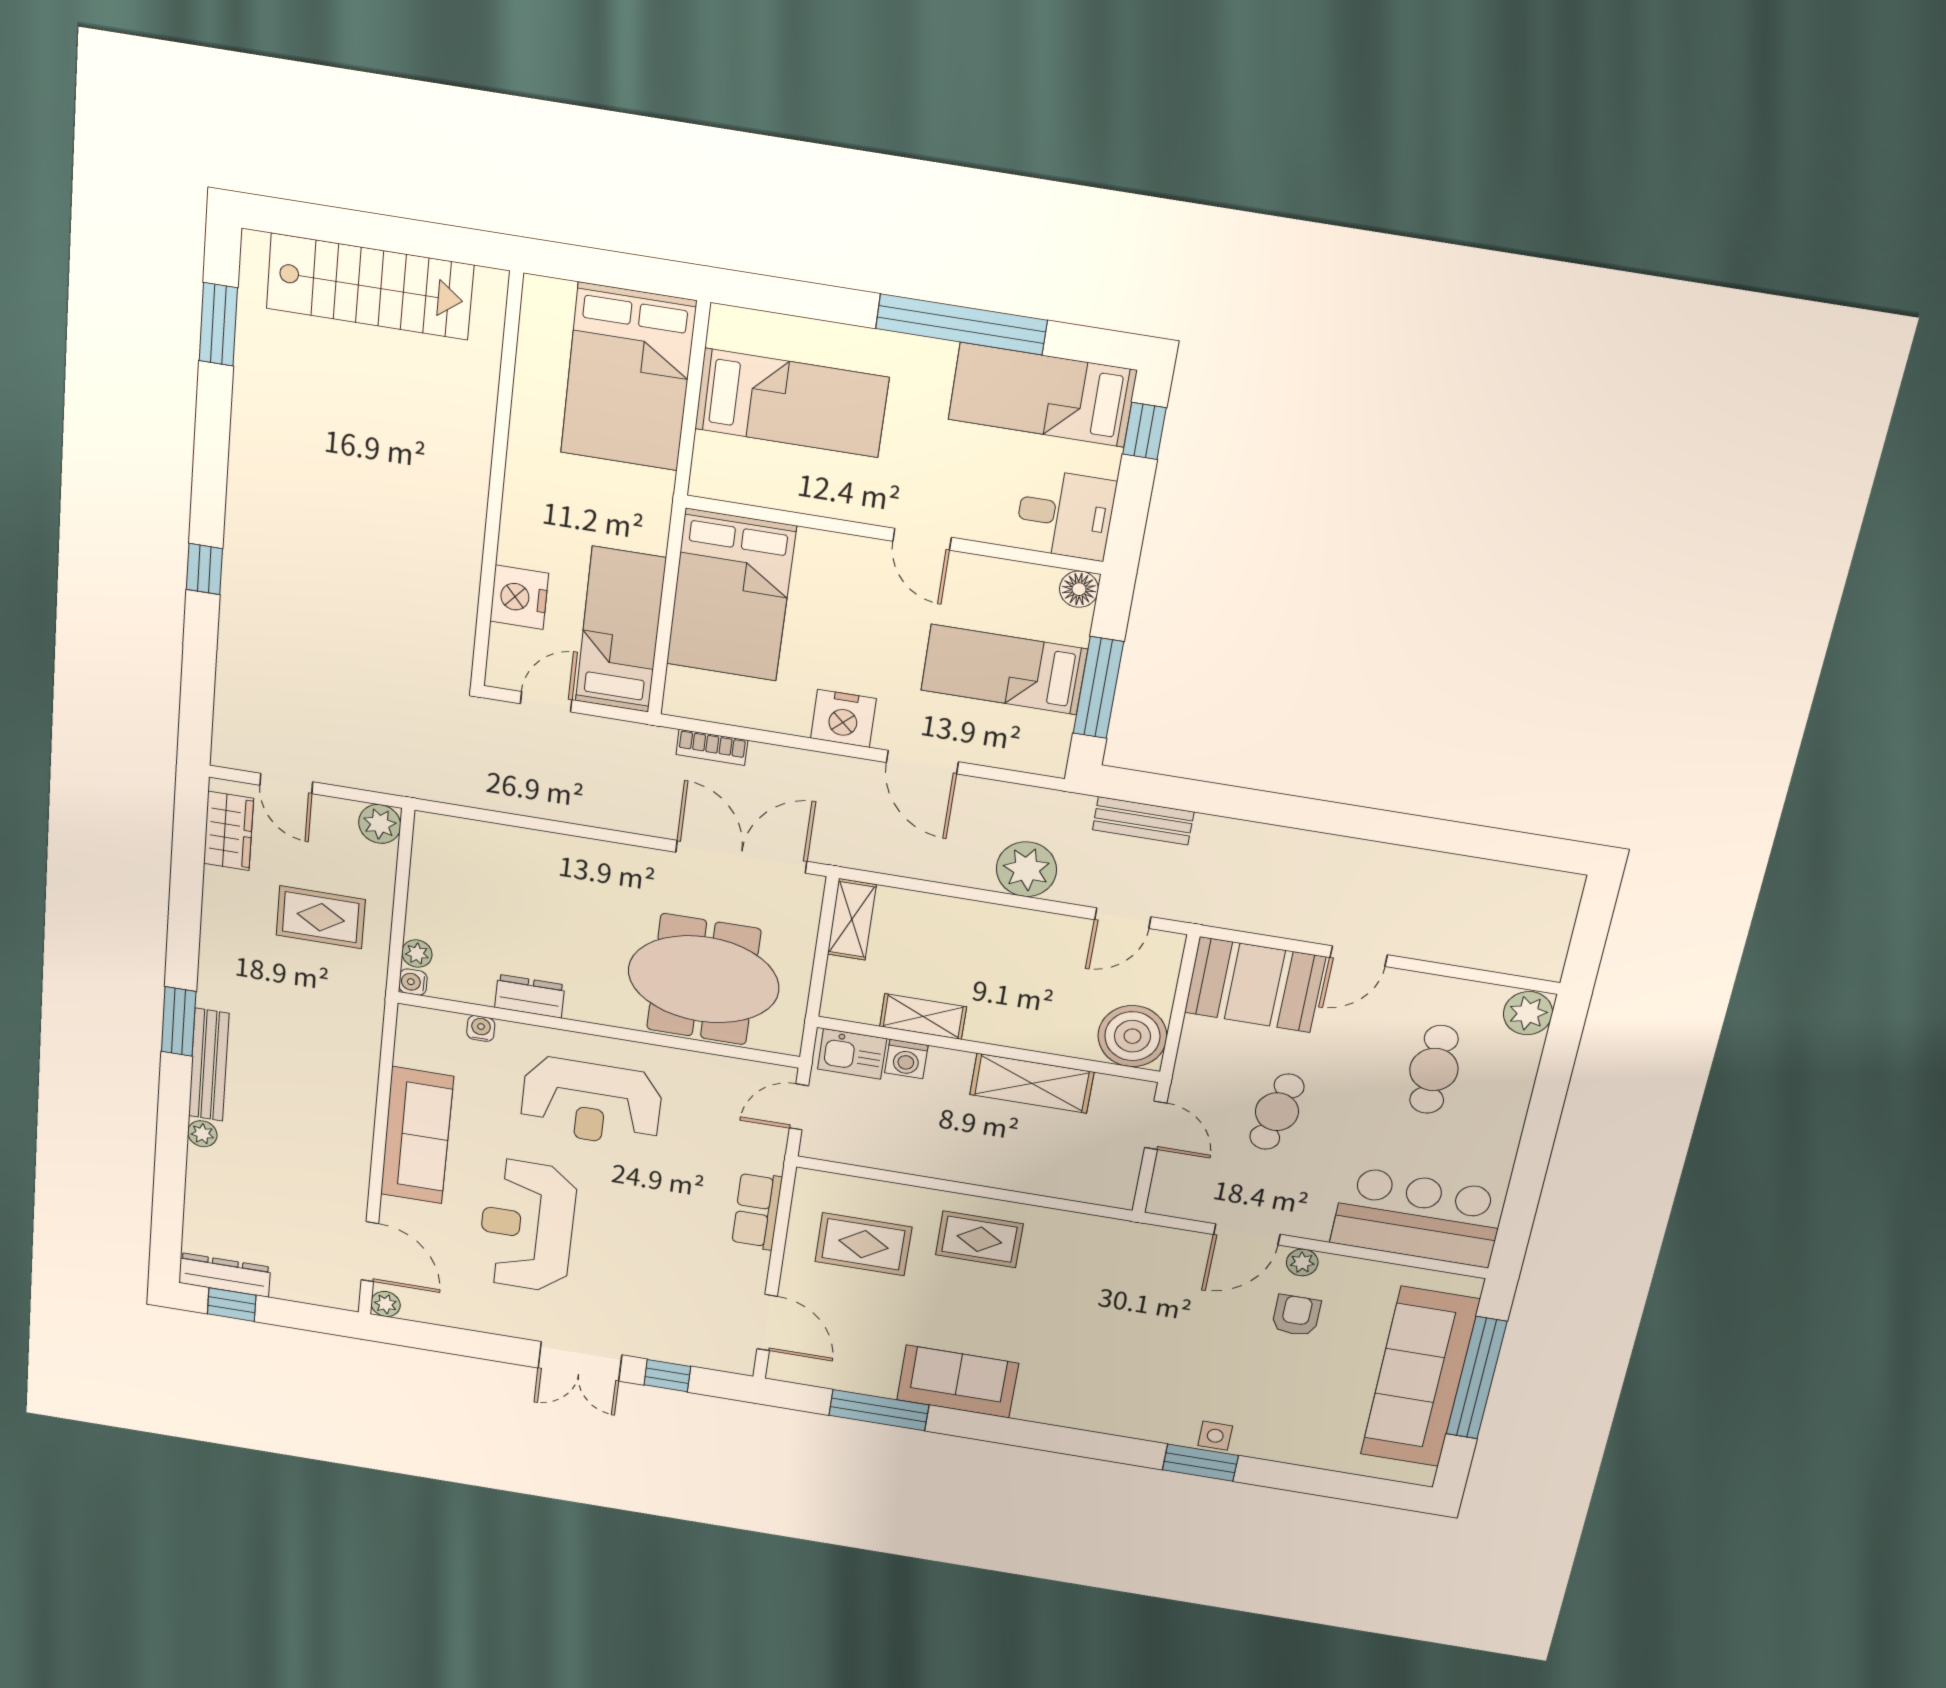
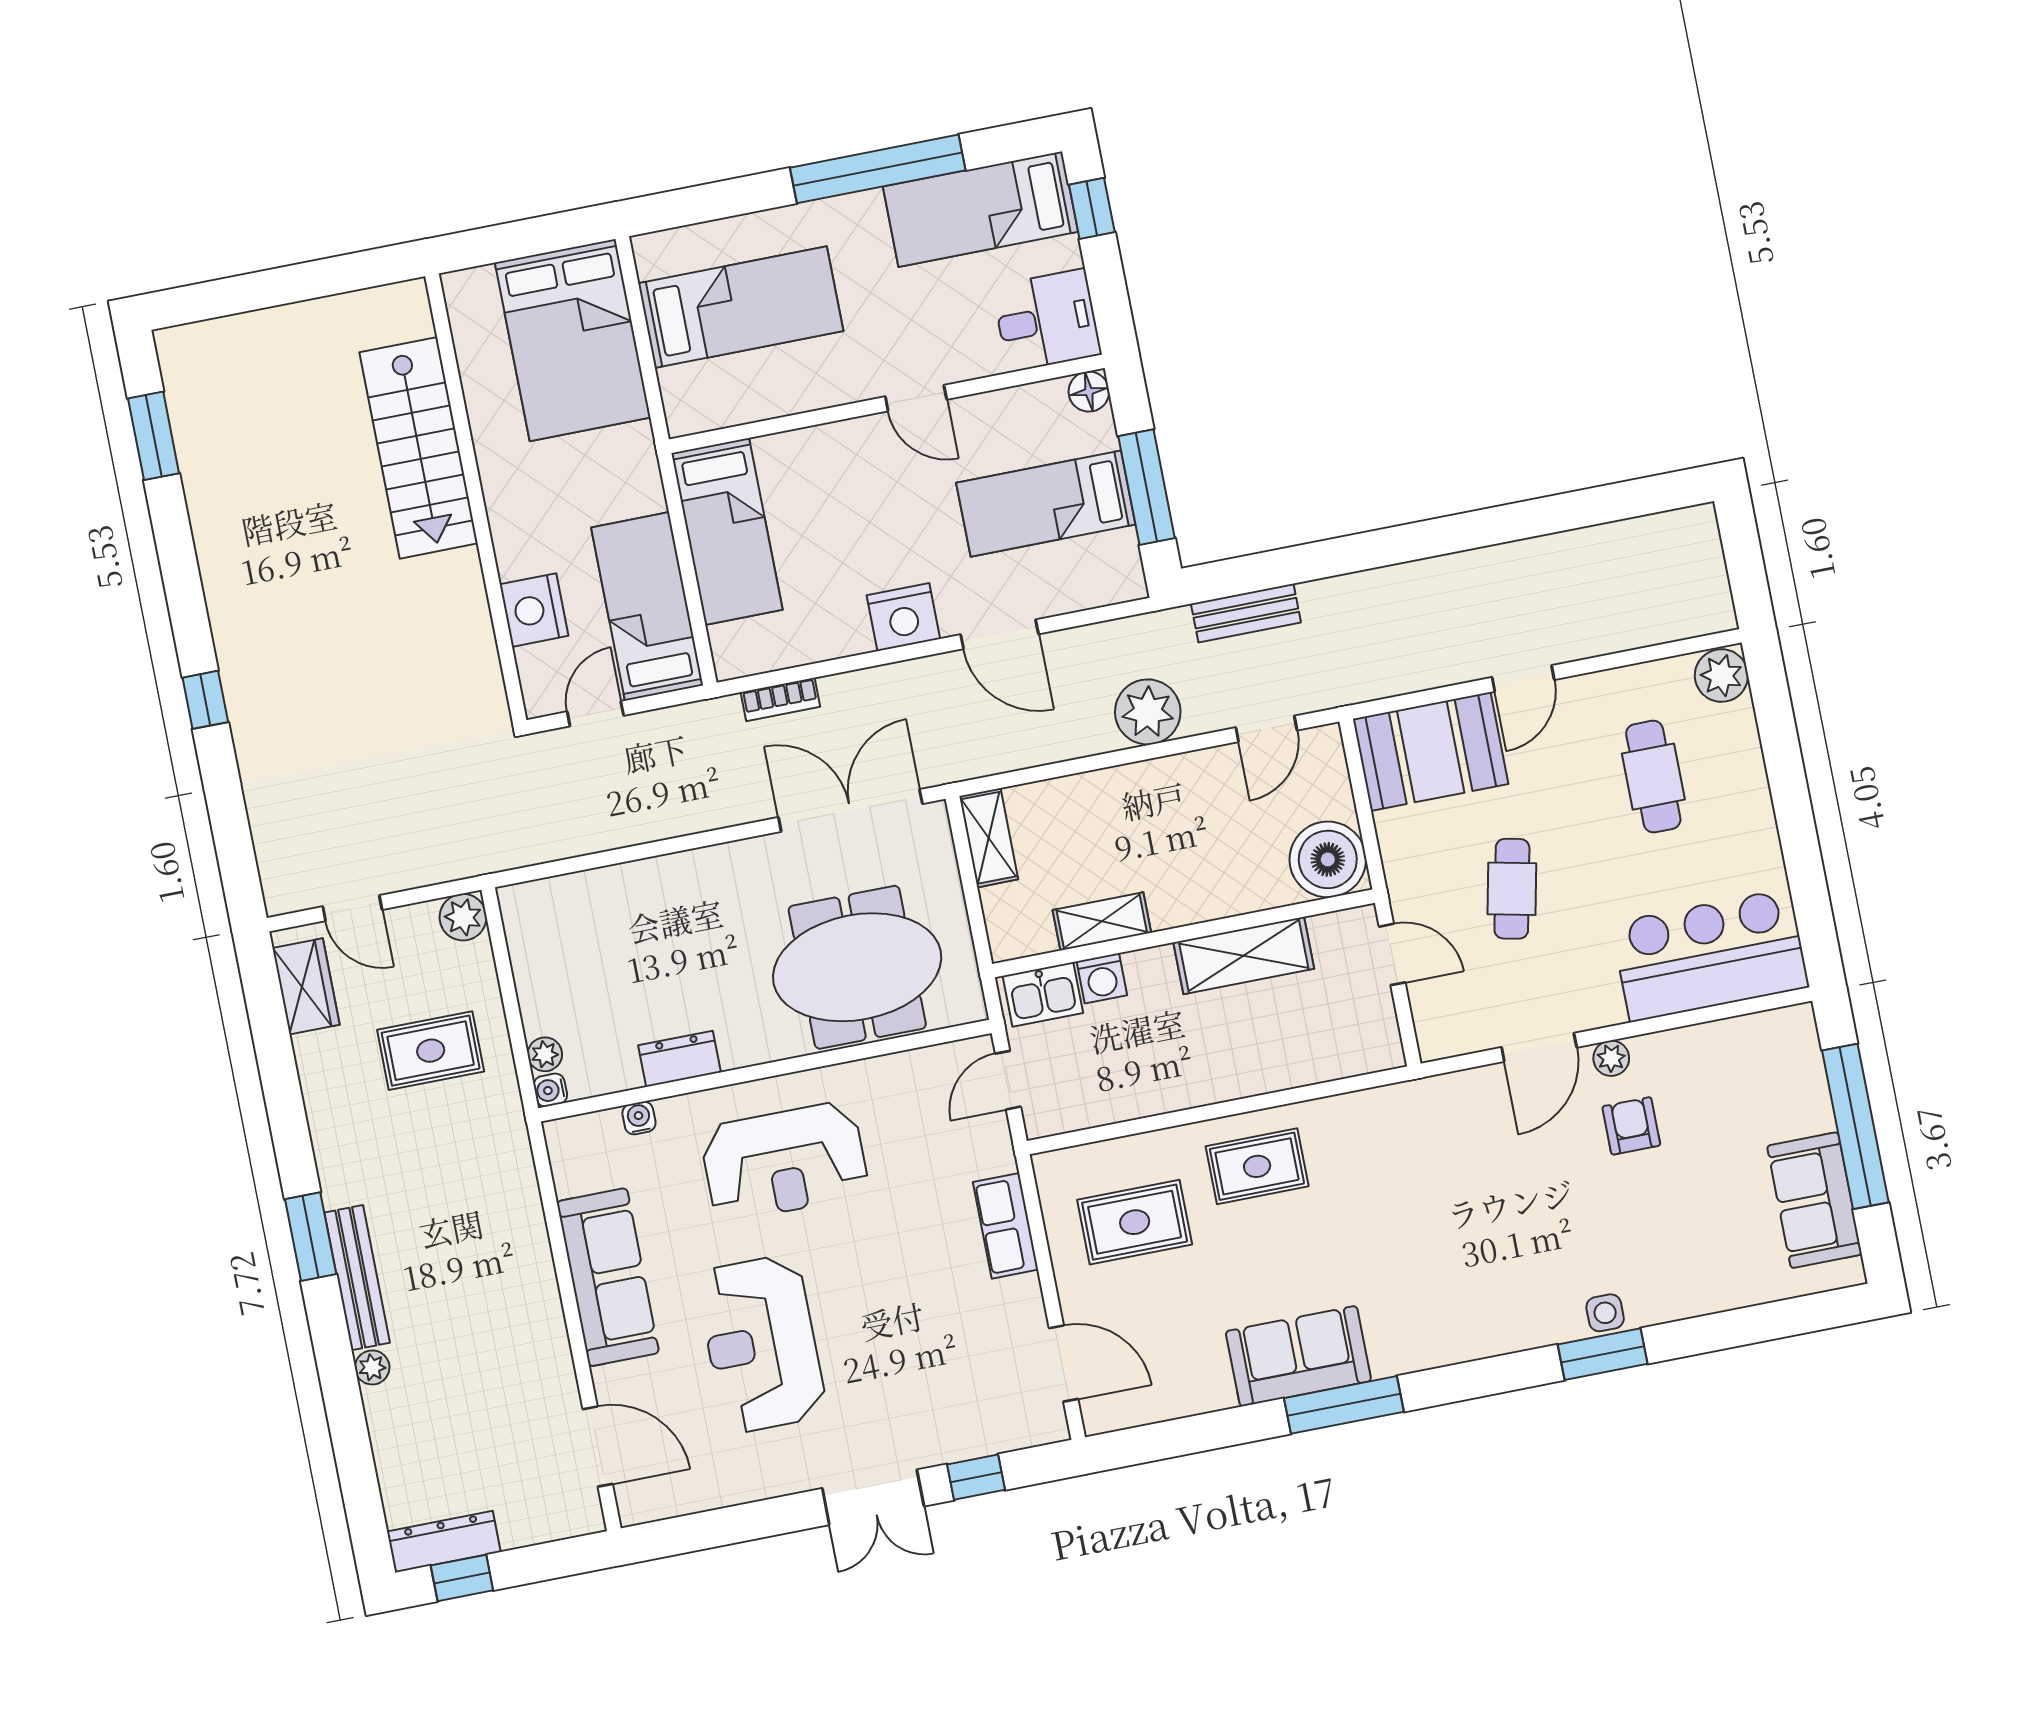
stairs: (370, 287) -> (419, 448), moved, turned 90
bed: (731, 595) -> (727, 531), width x0.67
plant: (386, 1304) -> (634, 1508), removed
sofa: (1420, 1377) -> (1814, 1200), width x0.54, depth x0.79
window: (879, 1410) -> (1344, 1405), moved

